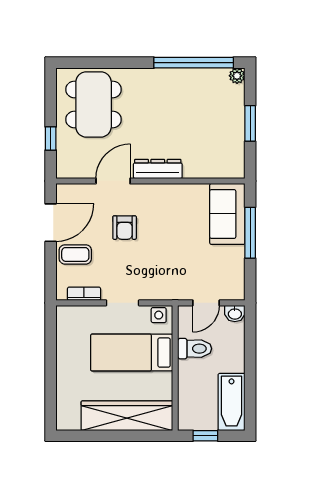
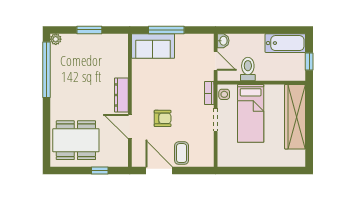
bookcase: (84, 294) -> (209, 93), moved

